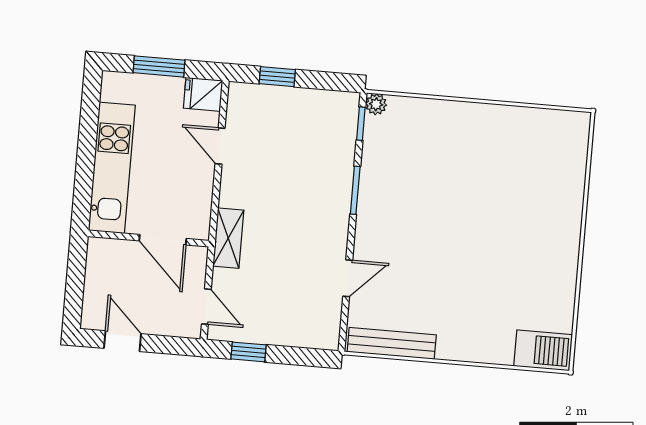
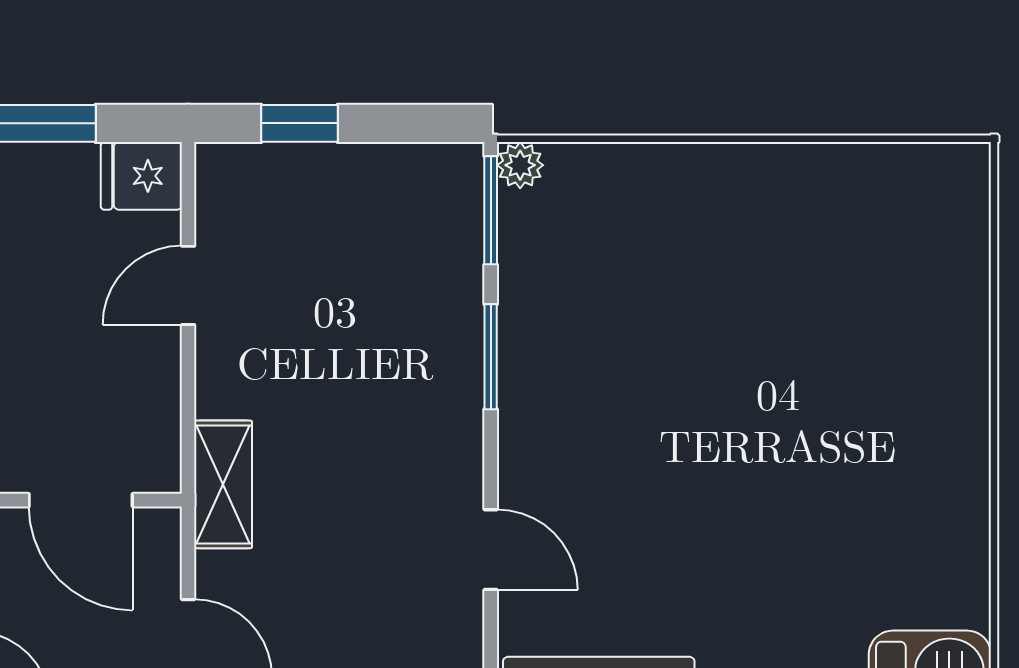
window: (361, 124) -> (491, 210), width x1.50
door: (220, 146) -> (188, 285), hinge flipped
door: (348, 278) -> (491, 550), hinge flipped

